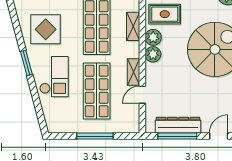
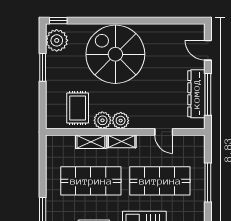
shelving: (134, 72) -> (122, 141), moved

